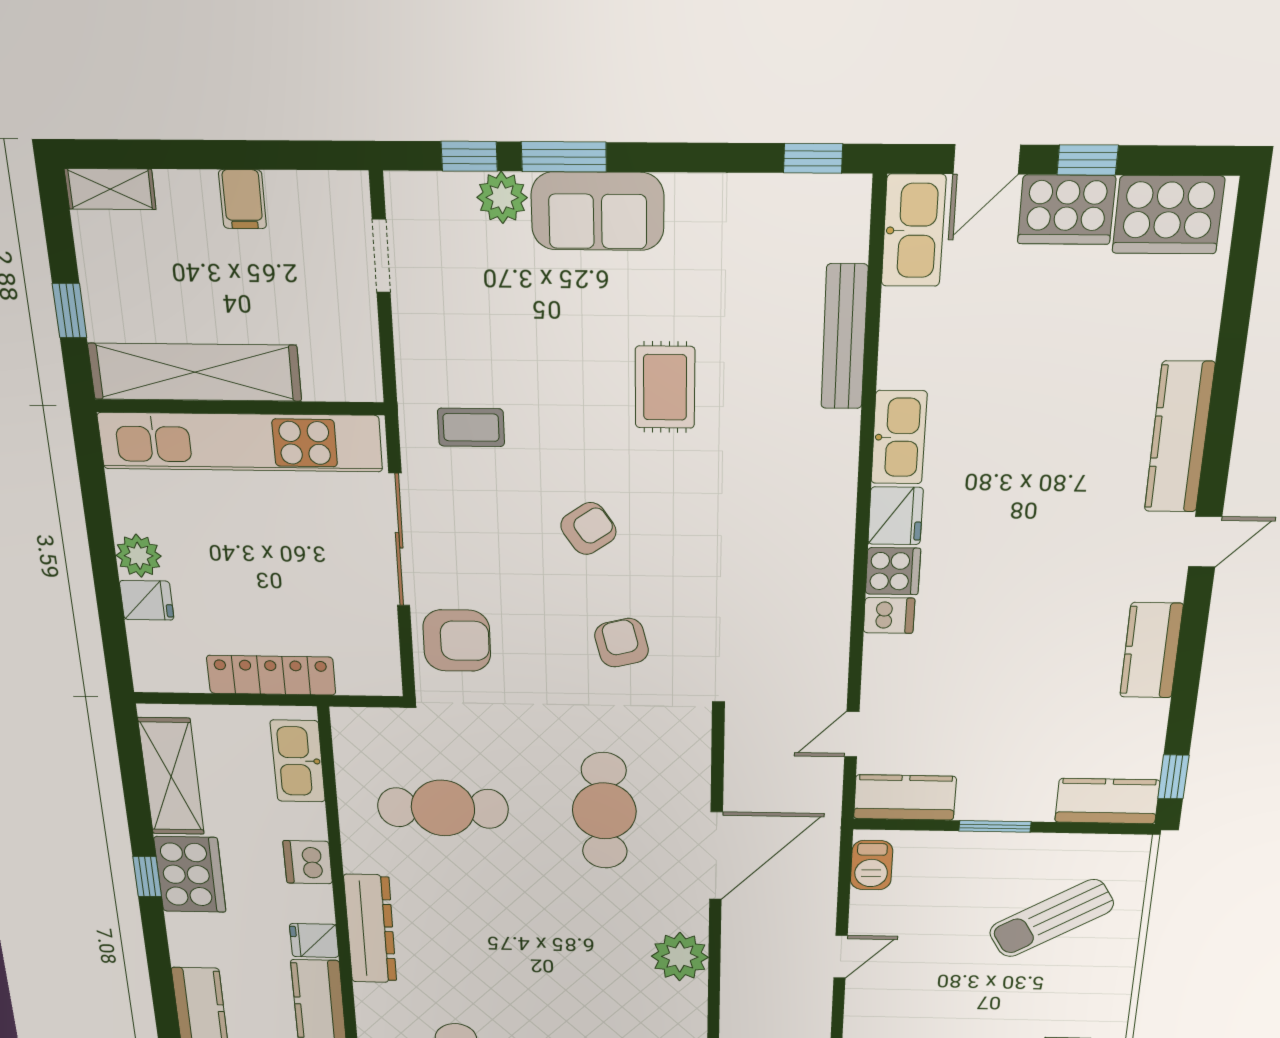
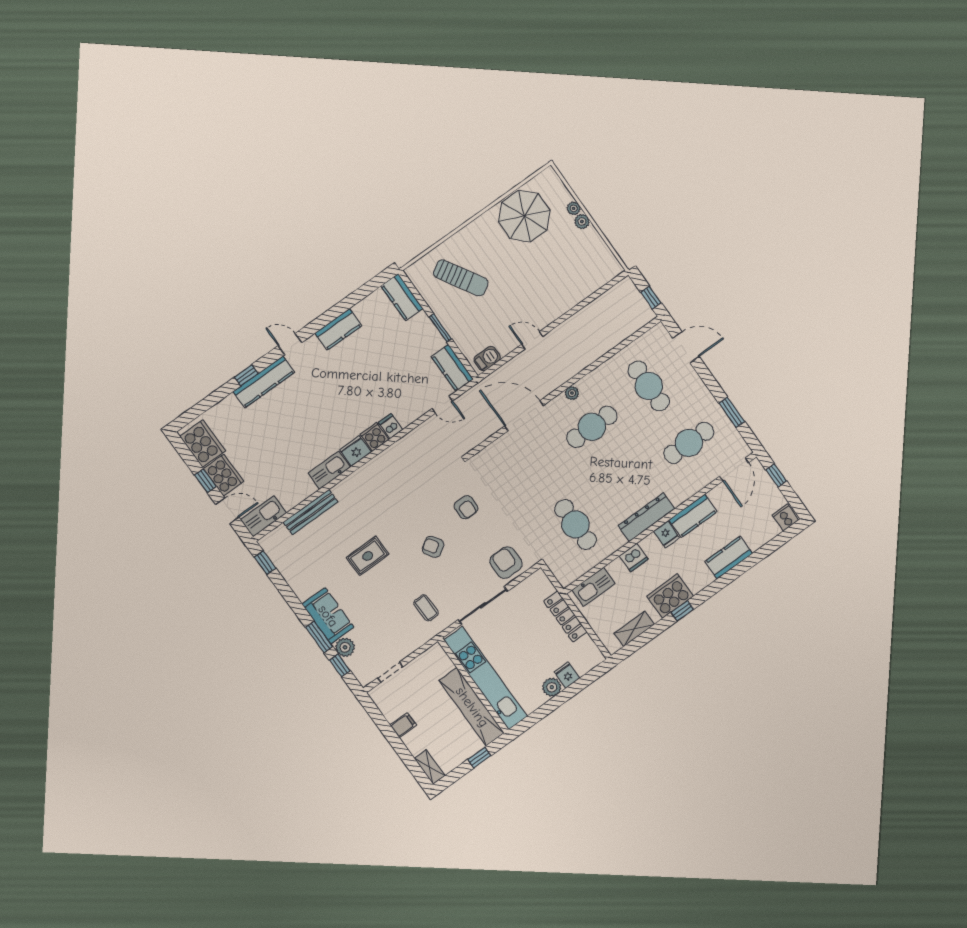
armchair: (622, 643) -> (466, 507), turned -76
shelving: (171, 777) -> (634, 629), width x0.67, depth x0.75
window: (1173, 777) -> (246, 375), moved
cafe table: (604, 811) -> (592, 427), moved
plant: (680, 957) -> (572, 393), width x0.53, depth x0.53

